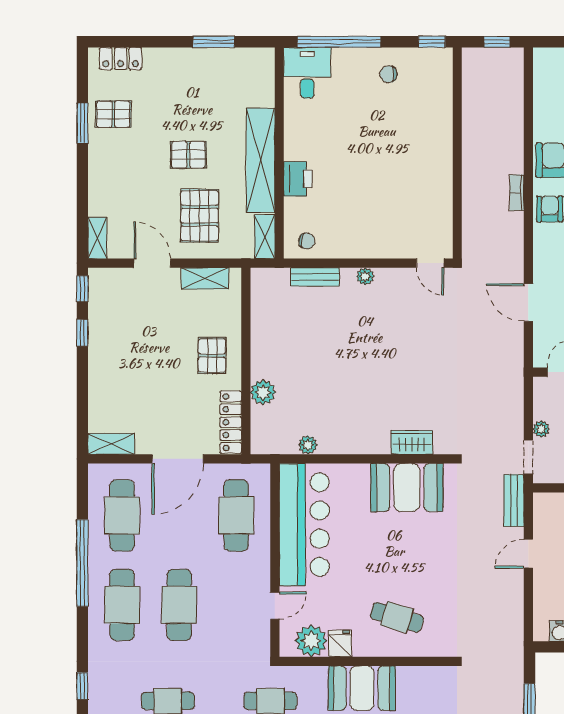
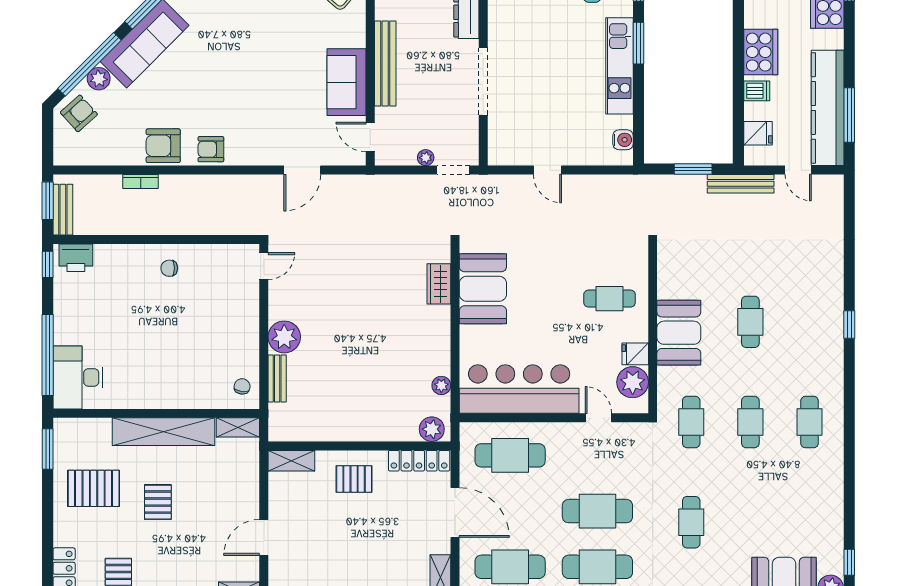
window: (214, 42) -> (48, 449), moved
window: (497, 42) -> (48, 201), width x1.50
desk: (307, 73) -> (78, 377), width x1.37
chair: (388, 74) -> (169, 268), moved, turned 90
printer: (298, 179) -> (76, 258), moved, turned 180
bookcase: (517, 193) -> (141, 181), moved
pallet: (200, 216) -> (94, 488), moved
plant: (365, 276) -> (284, 337), width x1.88, depth x1.88
shelving: (205, 278) -> (291, 461), moved, turned 90
plant: (263, 392) -> (432, 429), moved
bench: (514, 500) -> (63, 210), moved, turned 90
cafe table: (397, 617) -> (610, 299), turned 73

